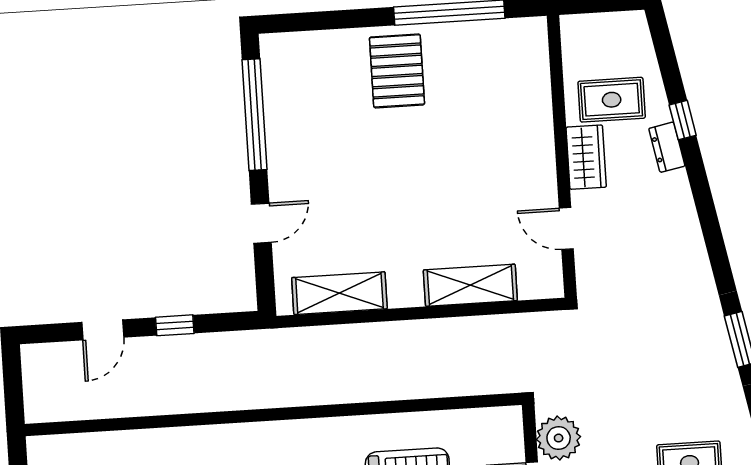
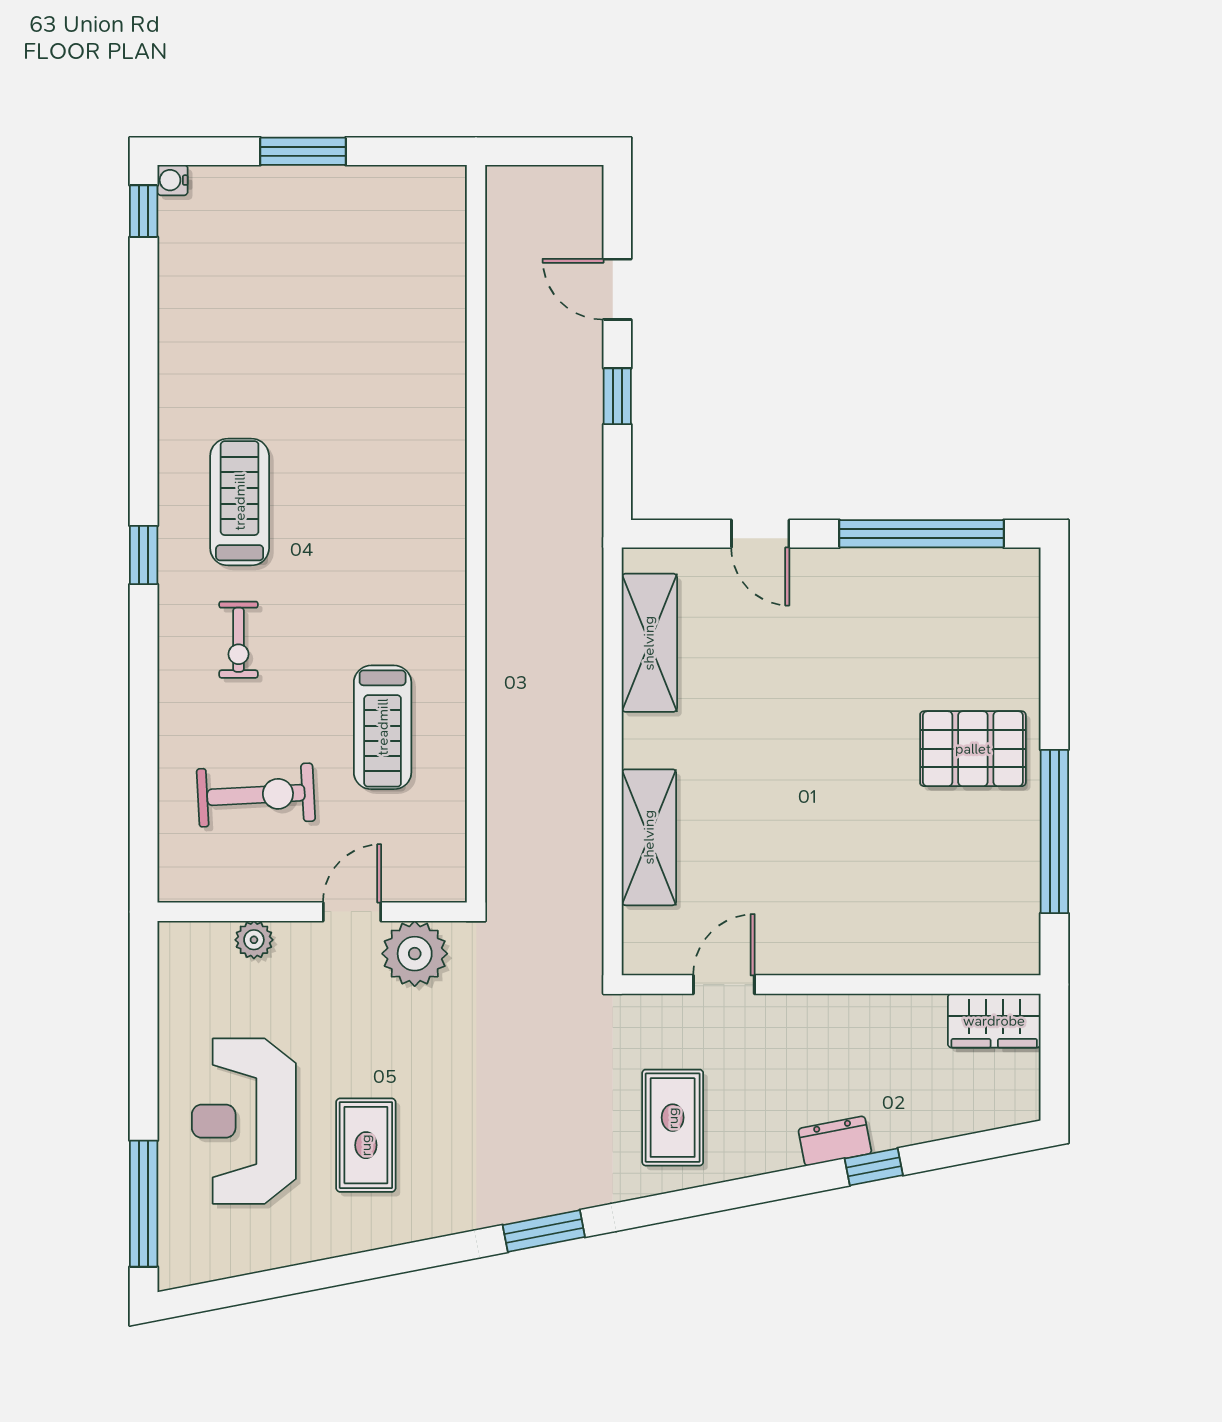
rug: (612, 100) -> (673, 1118), moved
wardrobe: (586, 157) -> (994, 1021), moved

